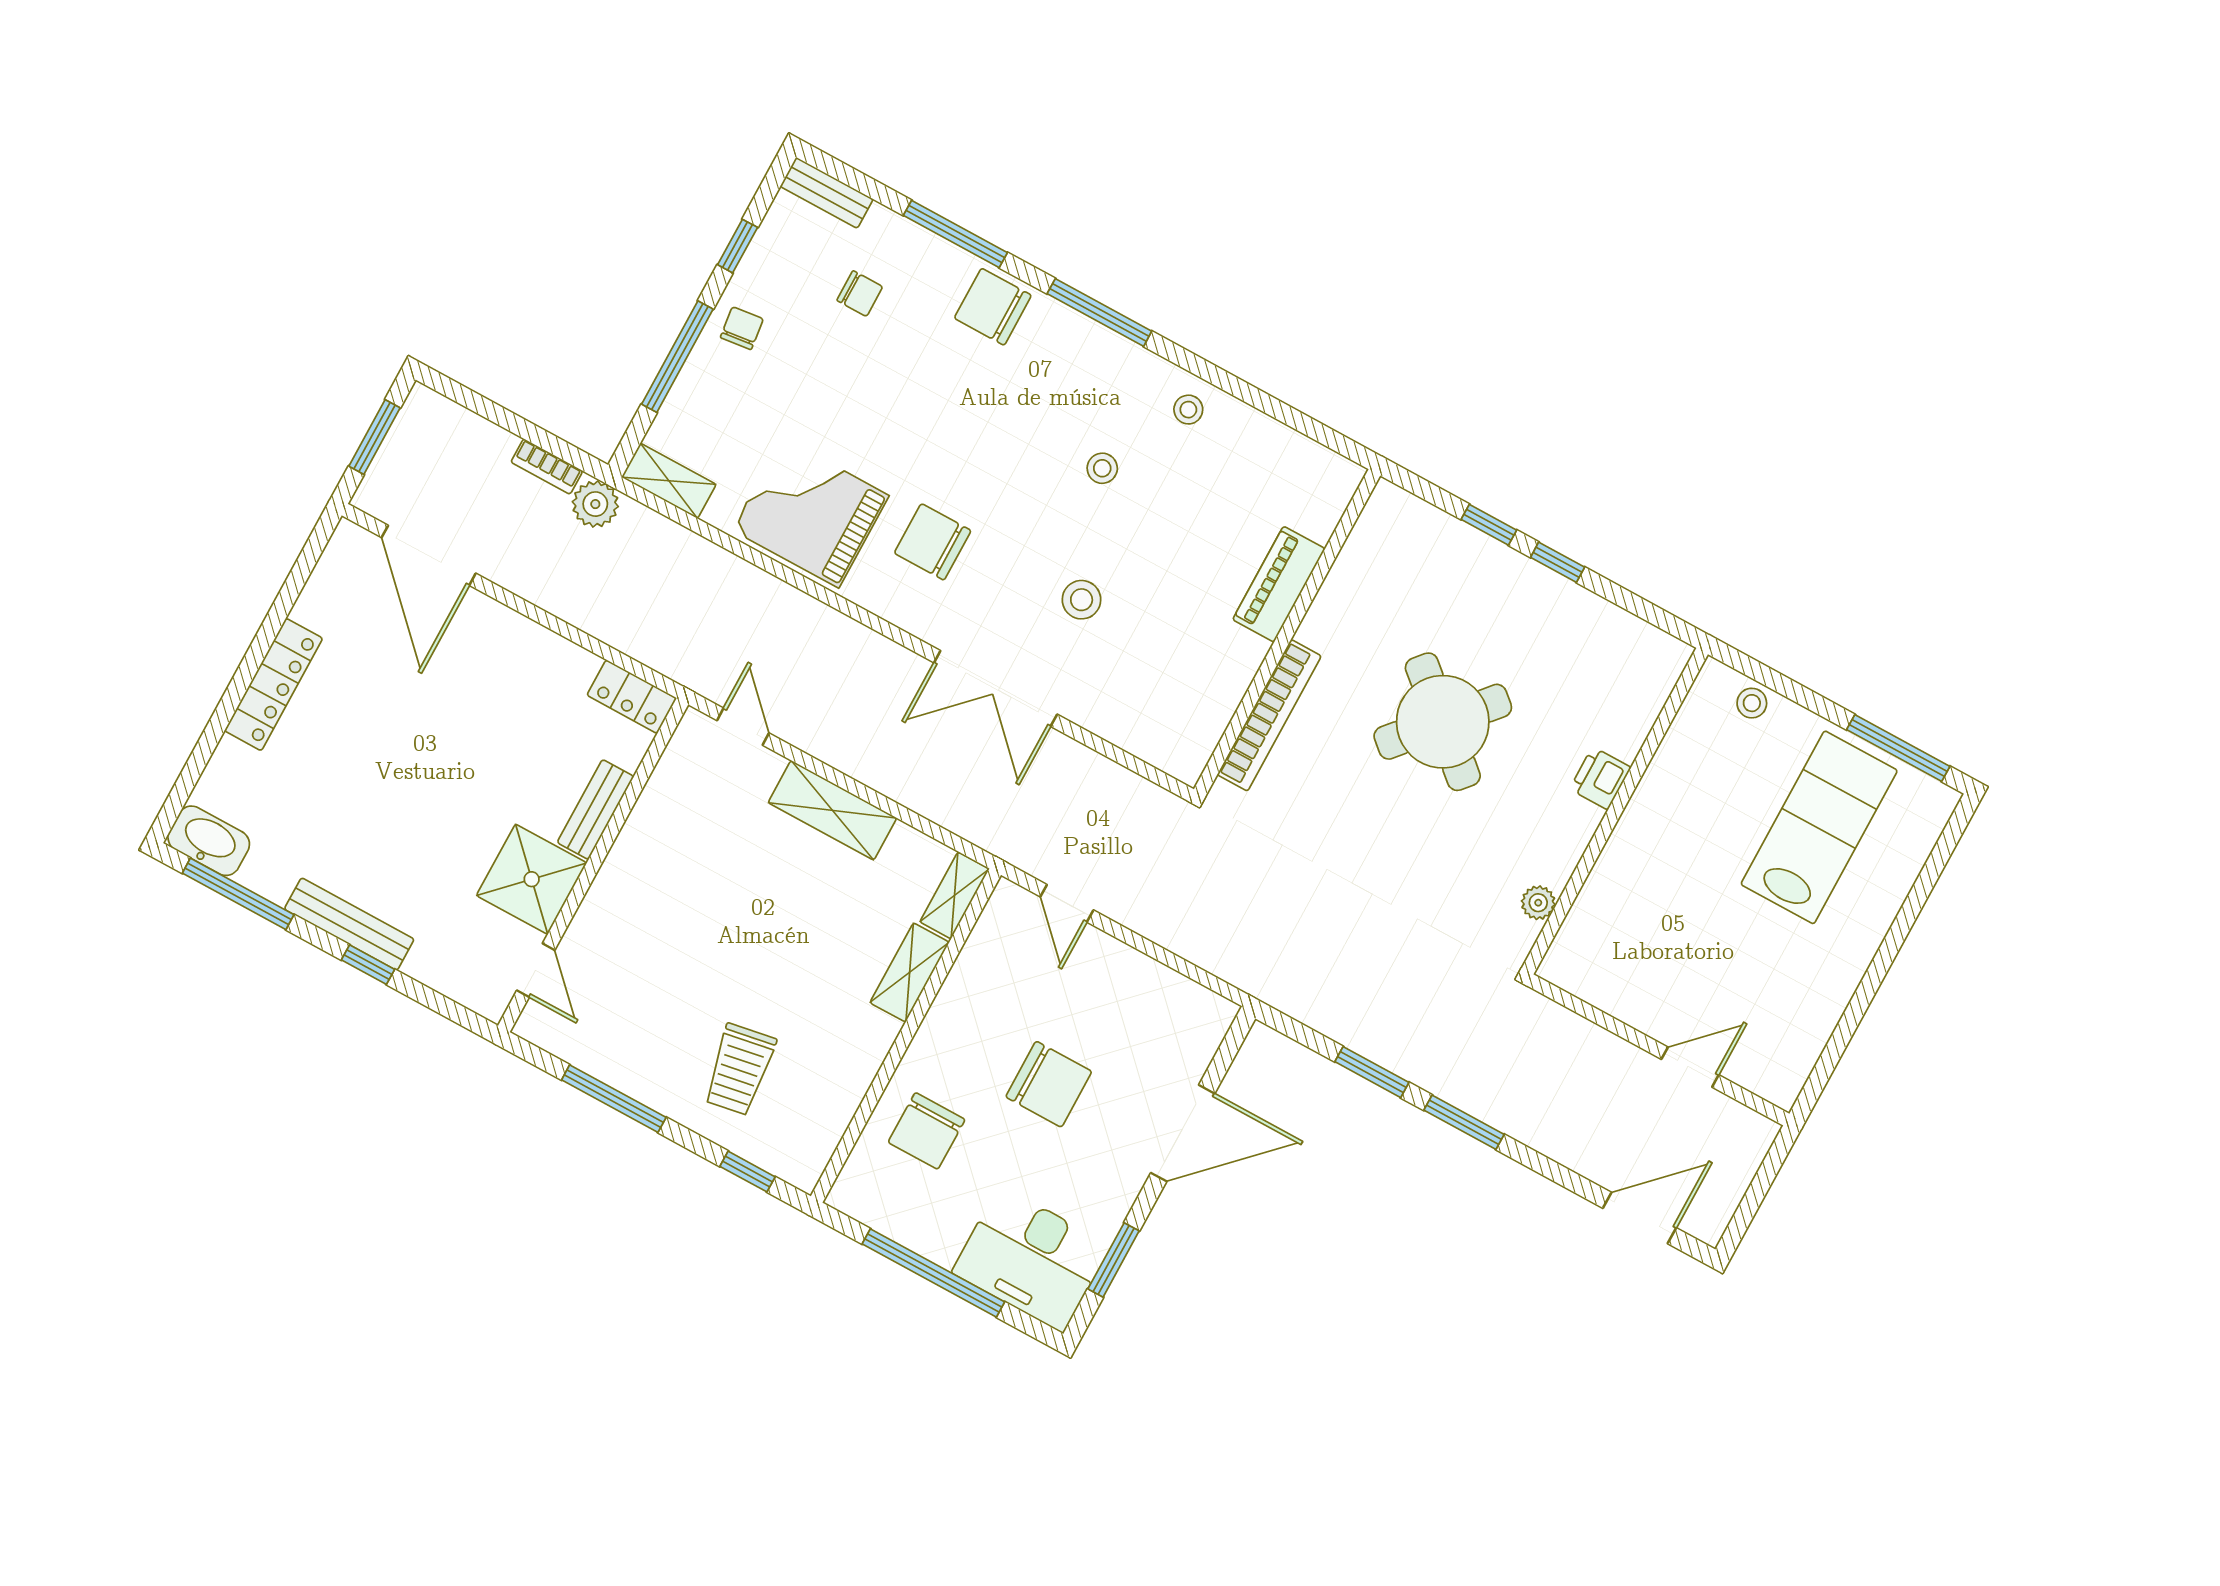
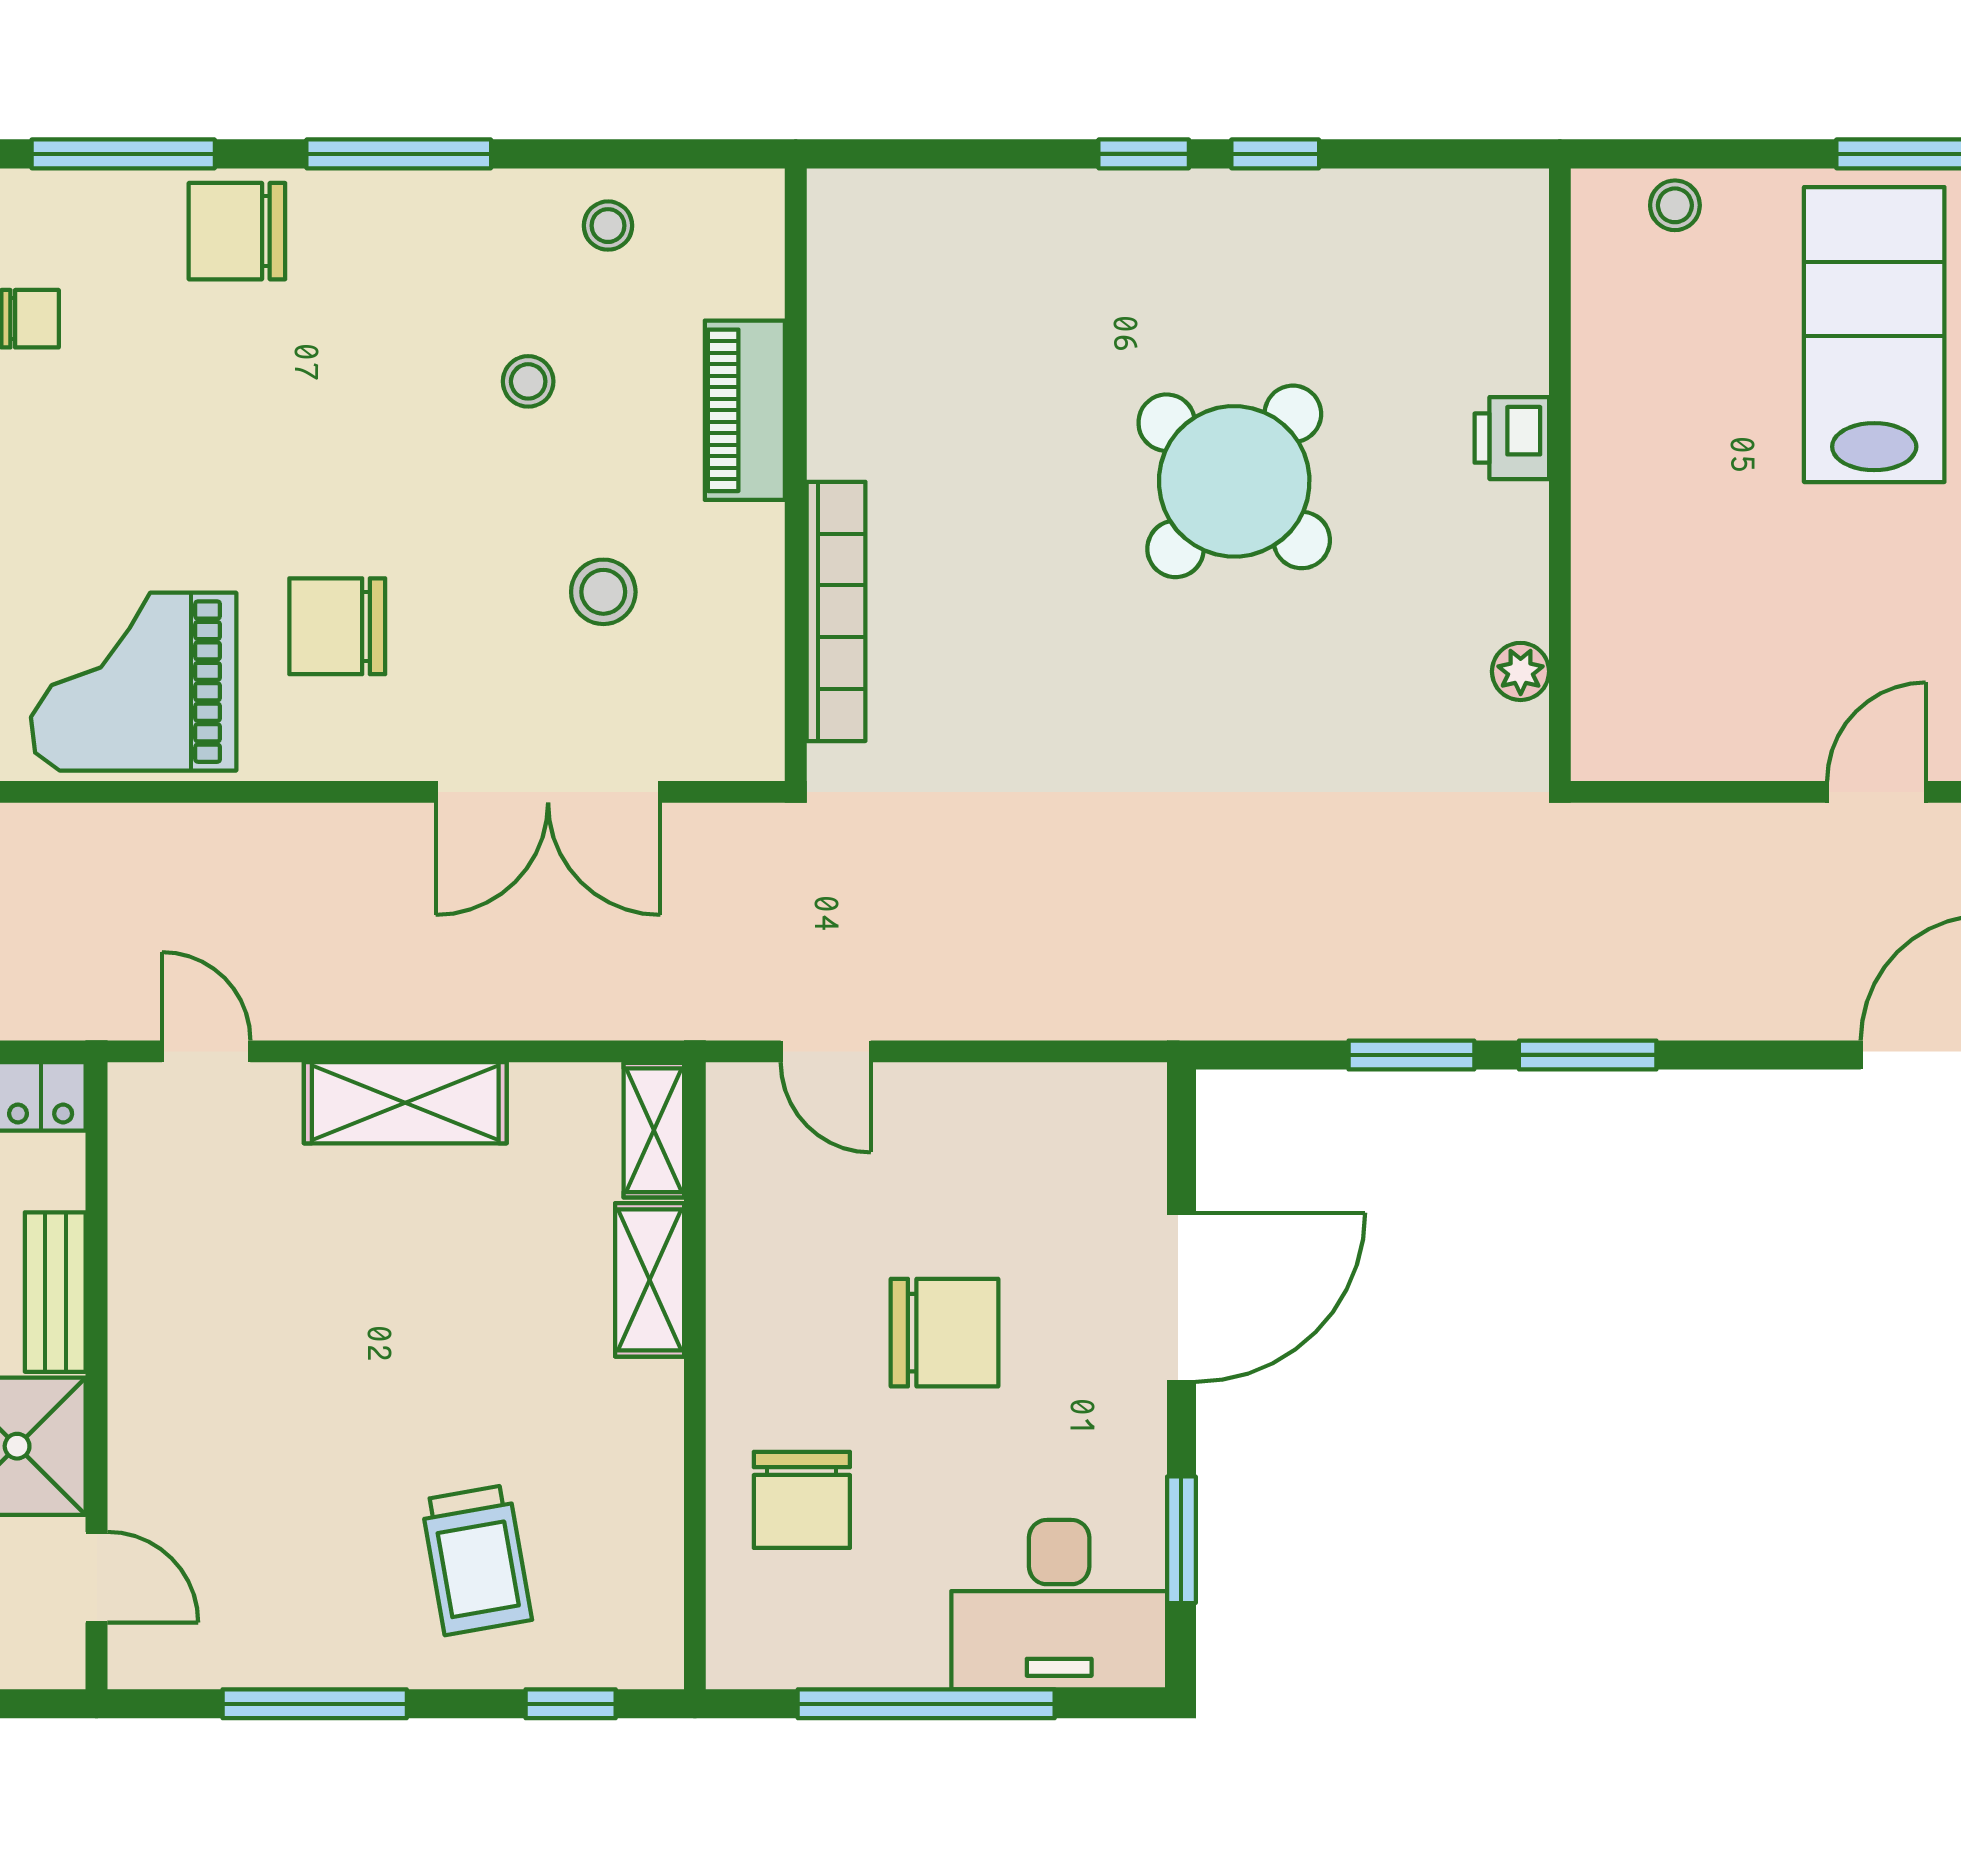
piano: (1279, 584) -> (745, 410), moved
wall: (1287, 632) -> (796, 475), moved
bookcase: (1269, 715) -> (836, 611), moved

